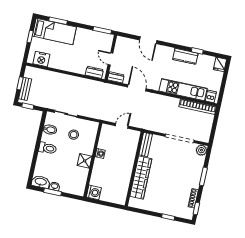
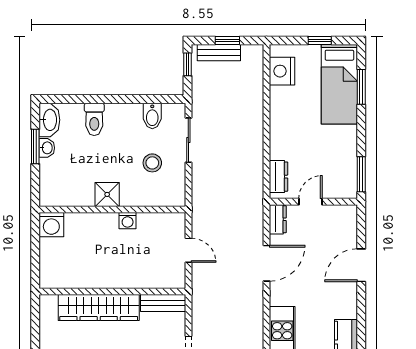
toilet: (48, 148) -> (94, 119), moved

